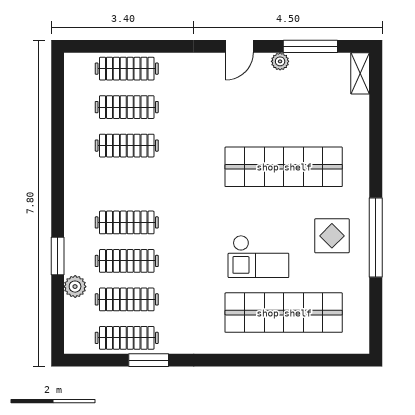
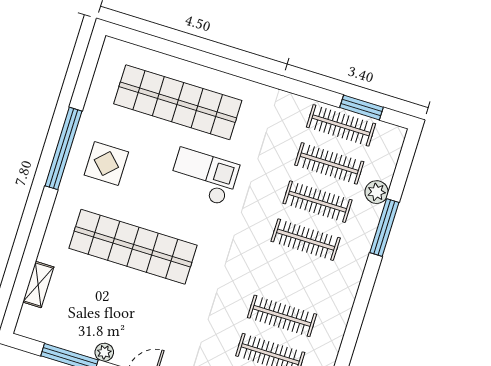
shelving: (360, 73) -> (38, 285), moved
window: (58, 256) -> (384, 228), width x1.44
checkout: (258, 256) -> (204, 177), moved
window: (149, 360) -> (361, 107), moved

